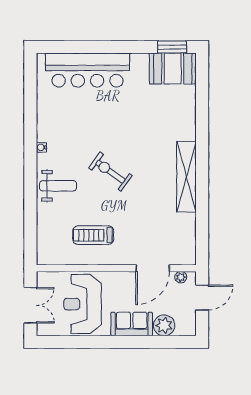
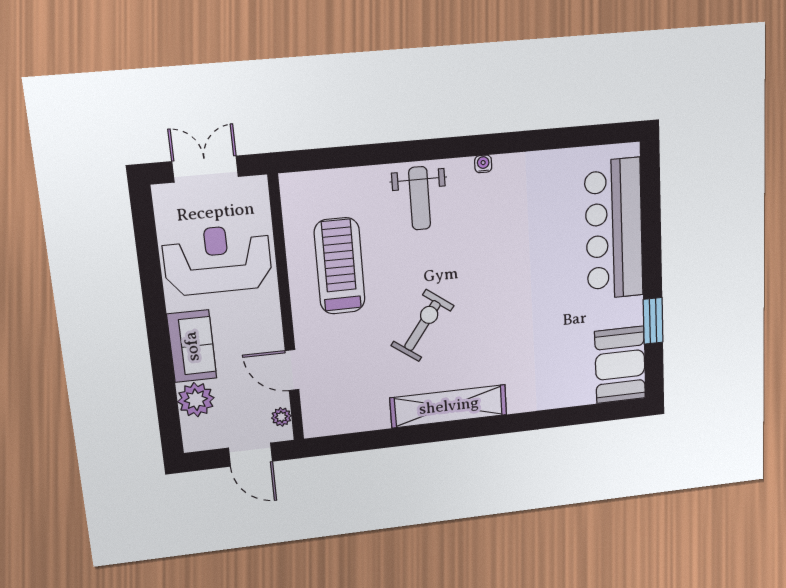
window: (172, 47) -> (653, 321), moved
exercise bike: (110, 172) -> (422, 326), moved
treadmill: (93, 235) -> (340, 266), width x1.37, depth x1.38
door: (153, 268) -> (292, 370), width x0.73
double door: (30, 305) -> (205, 169), swing flipped

